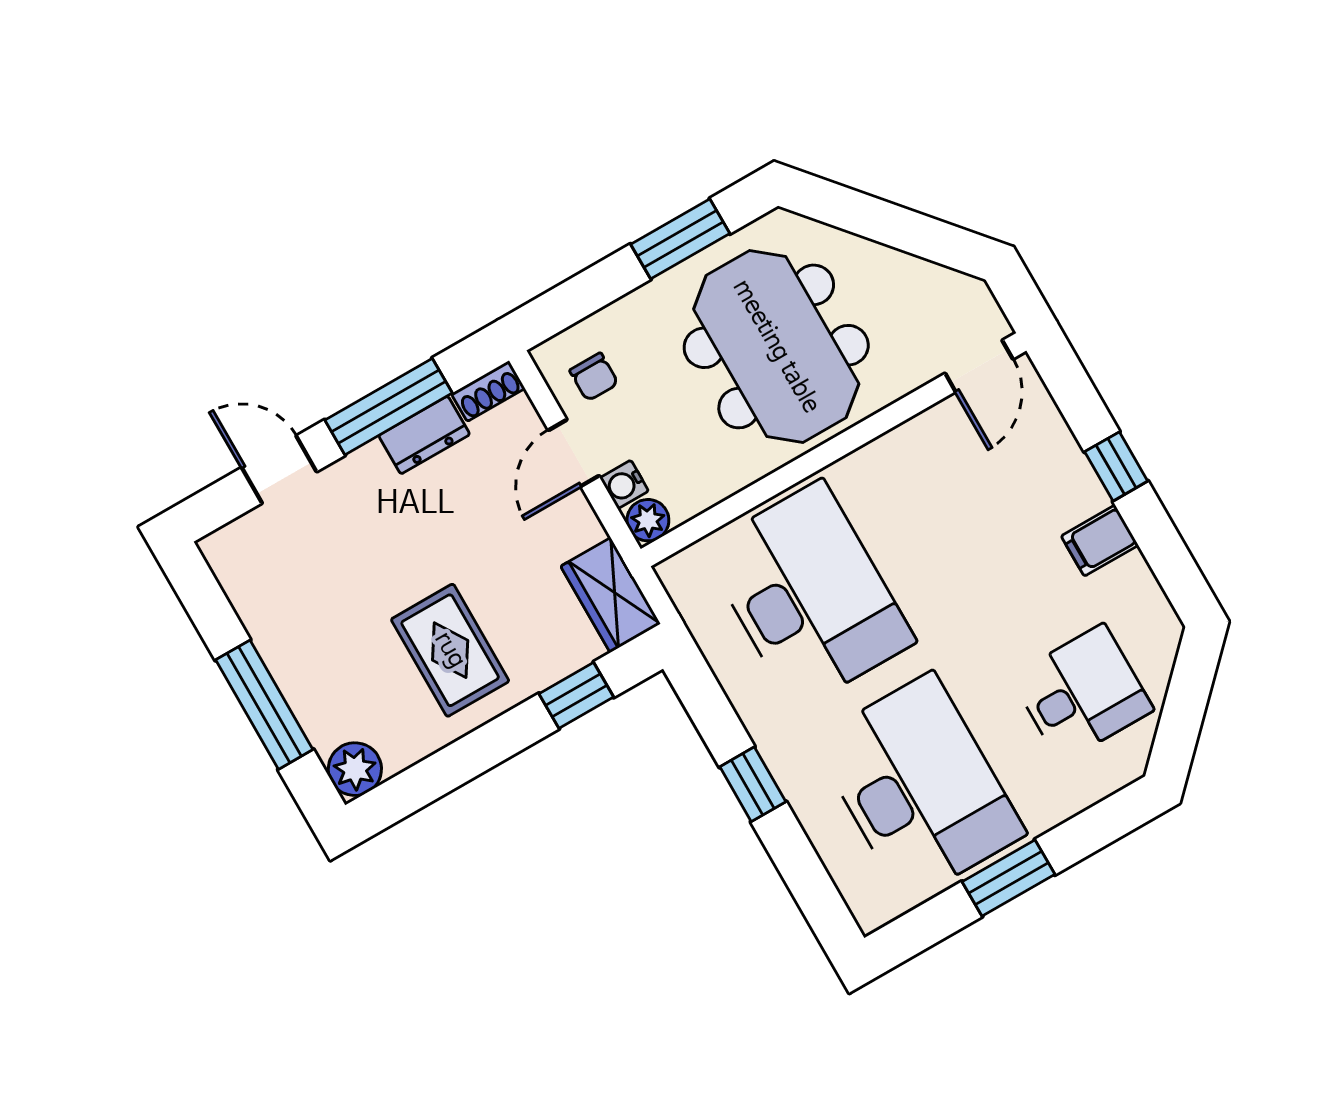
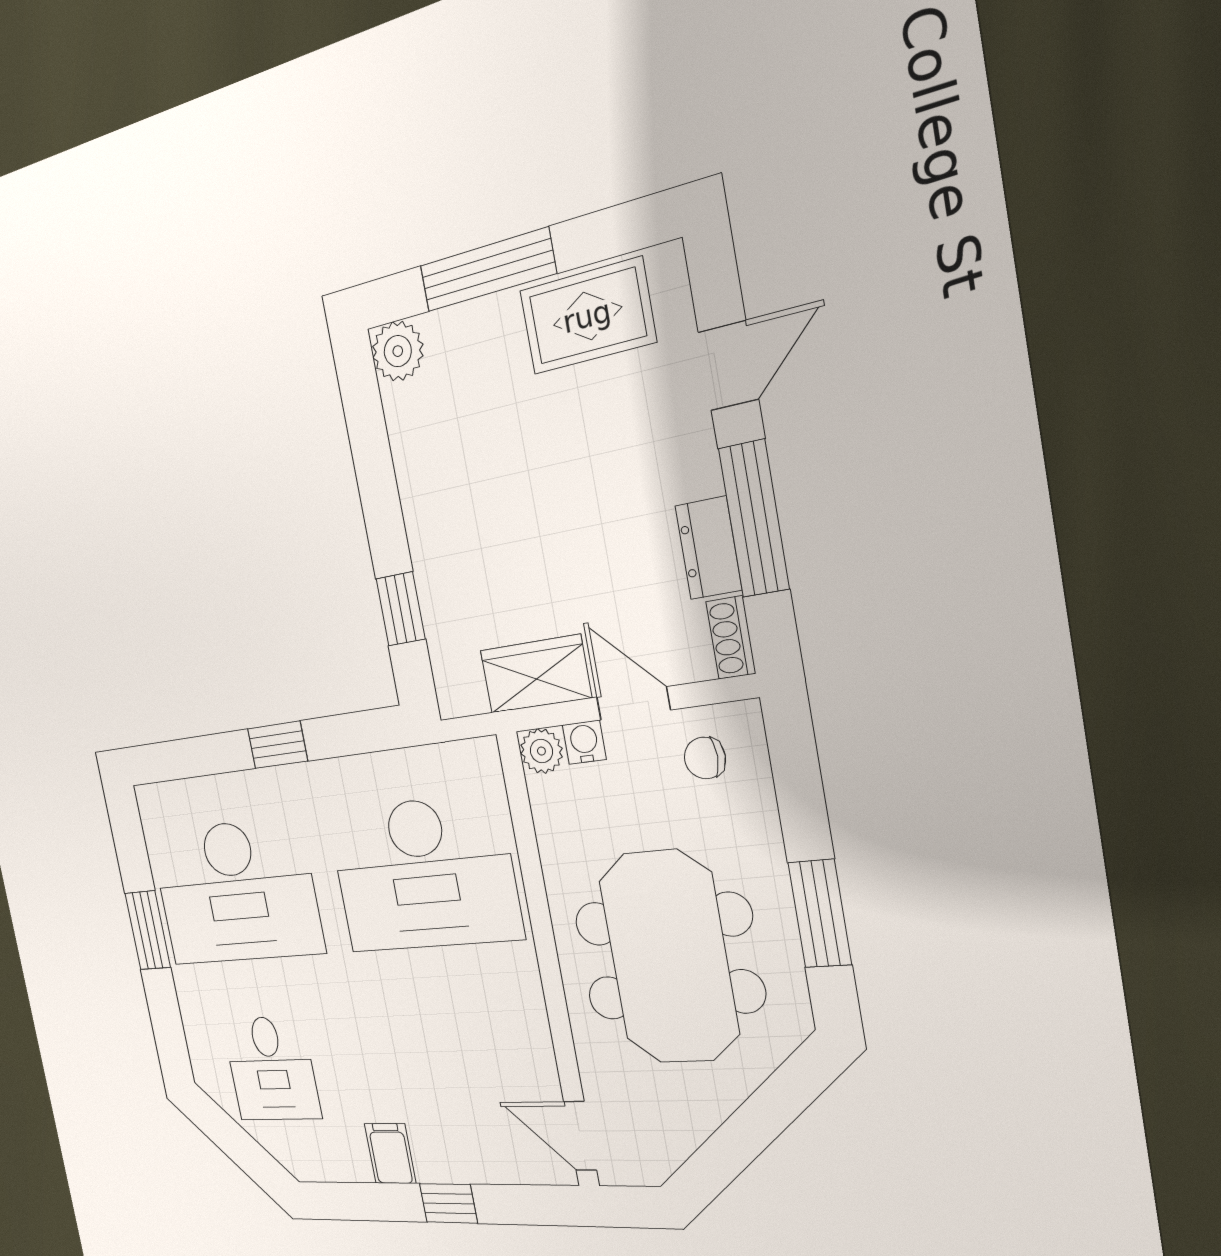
meeting table: (776, 346) -> (669, 957), turned 90
wardrobe: (611, 595) -> (536, 674), moved
rug: (450, 650) -> (587, 316), moved

